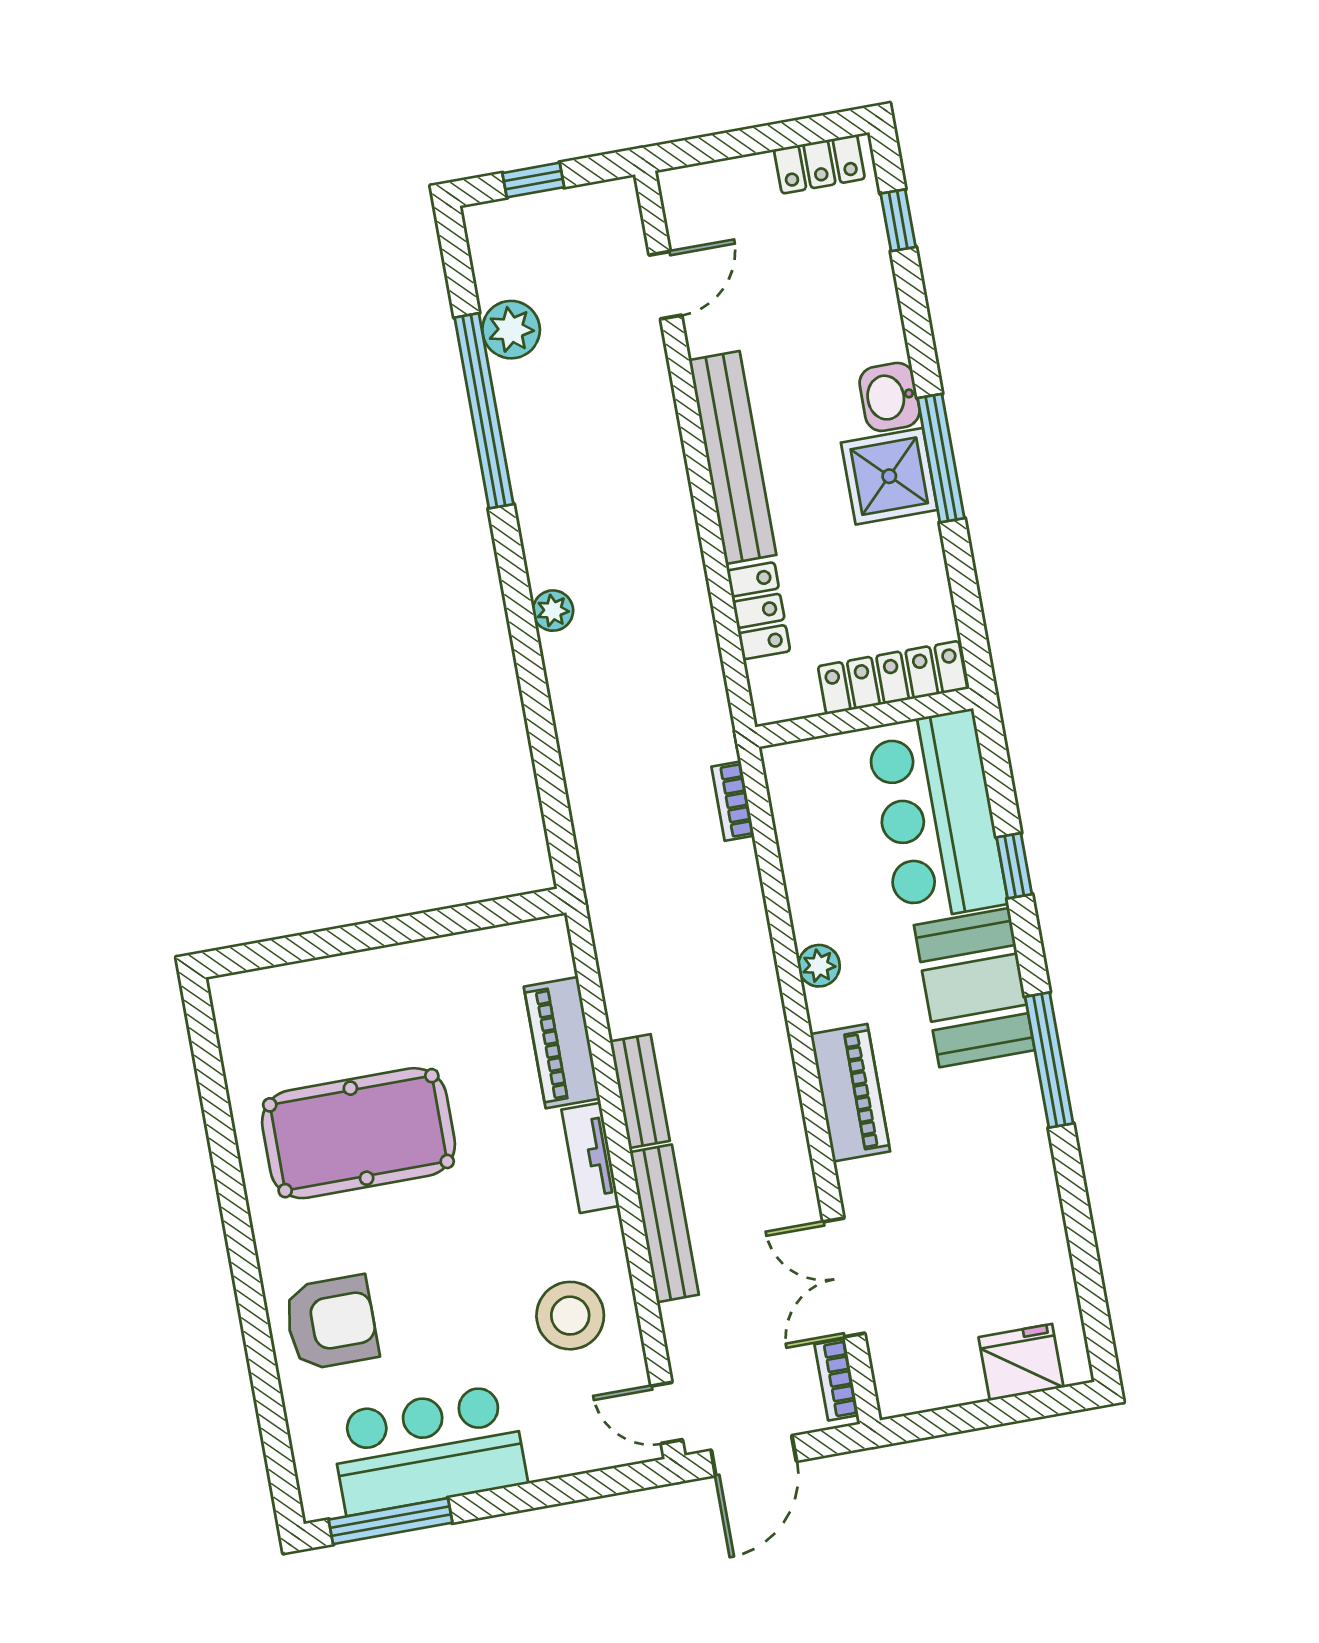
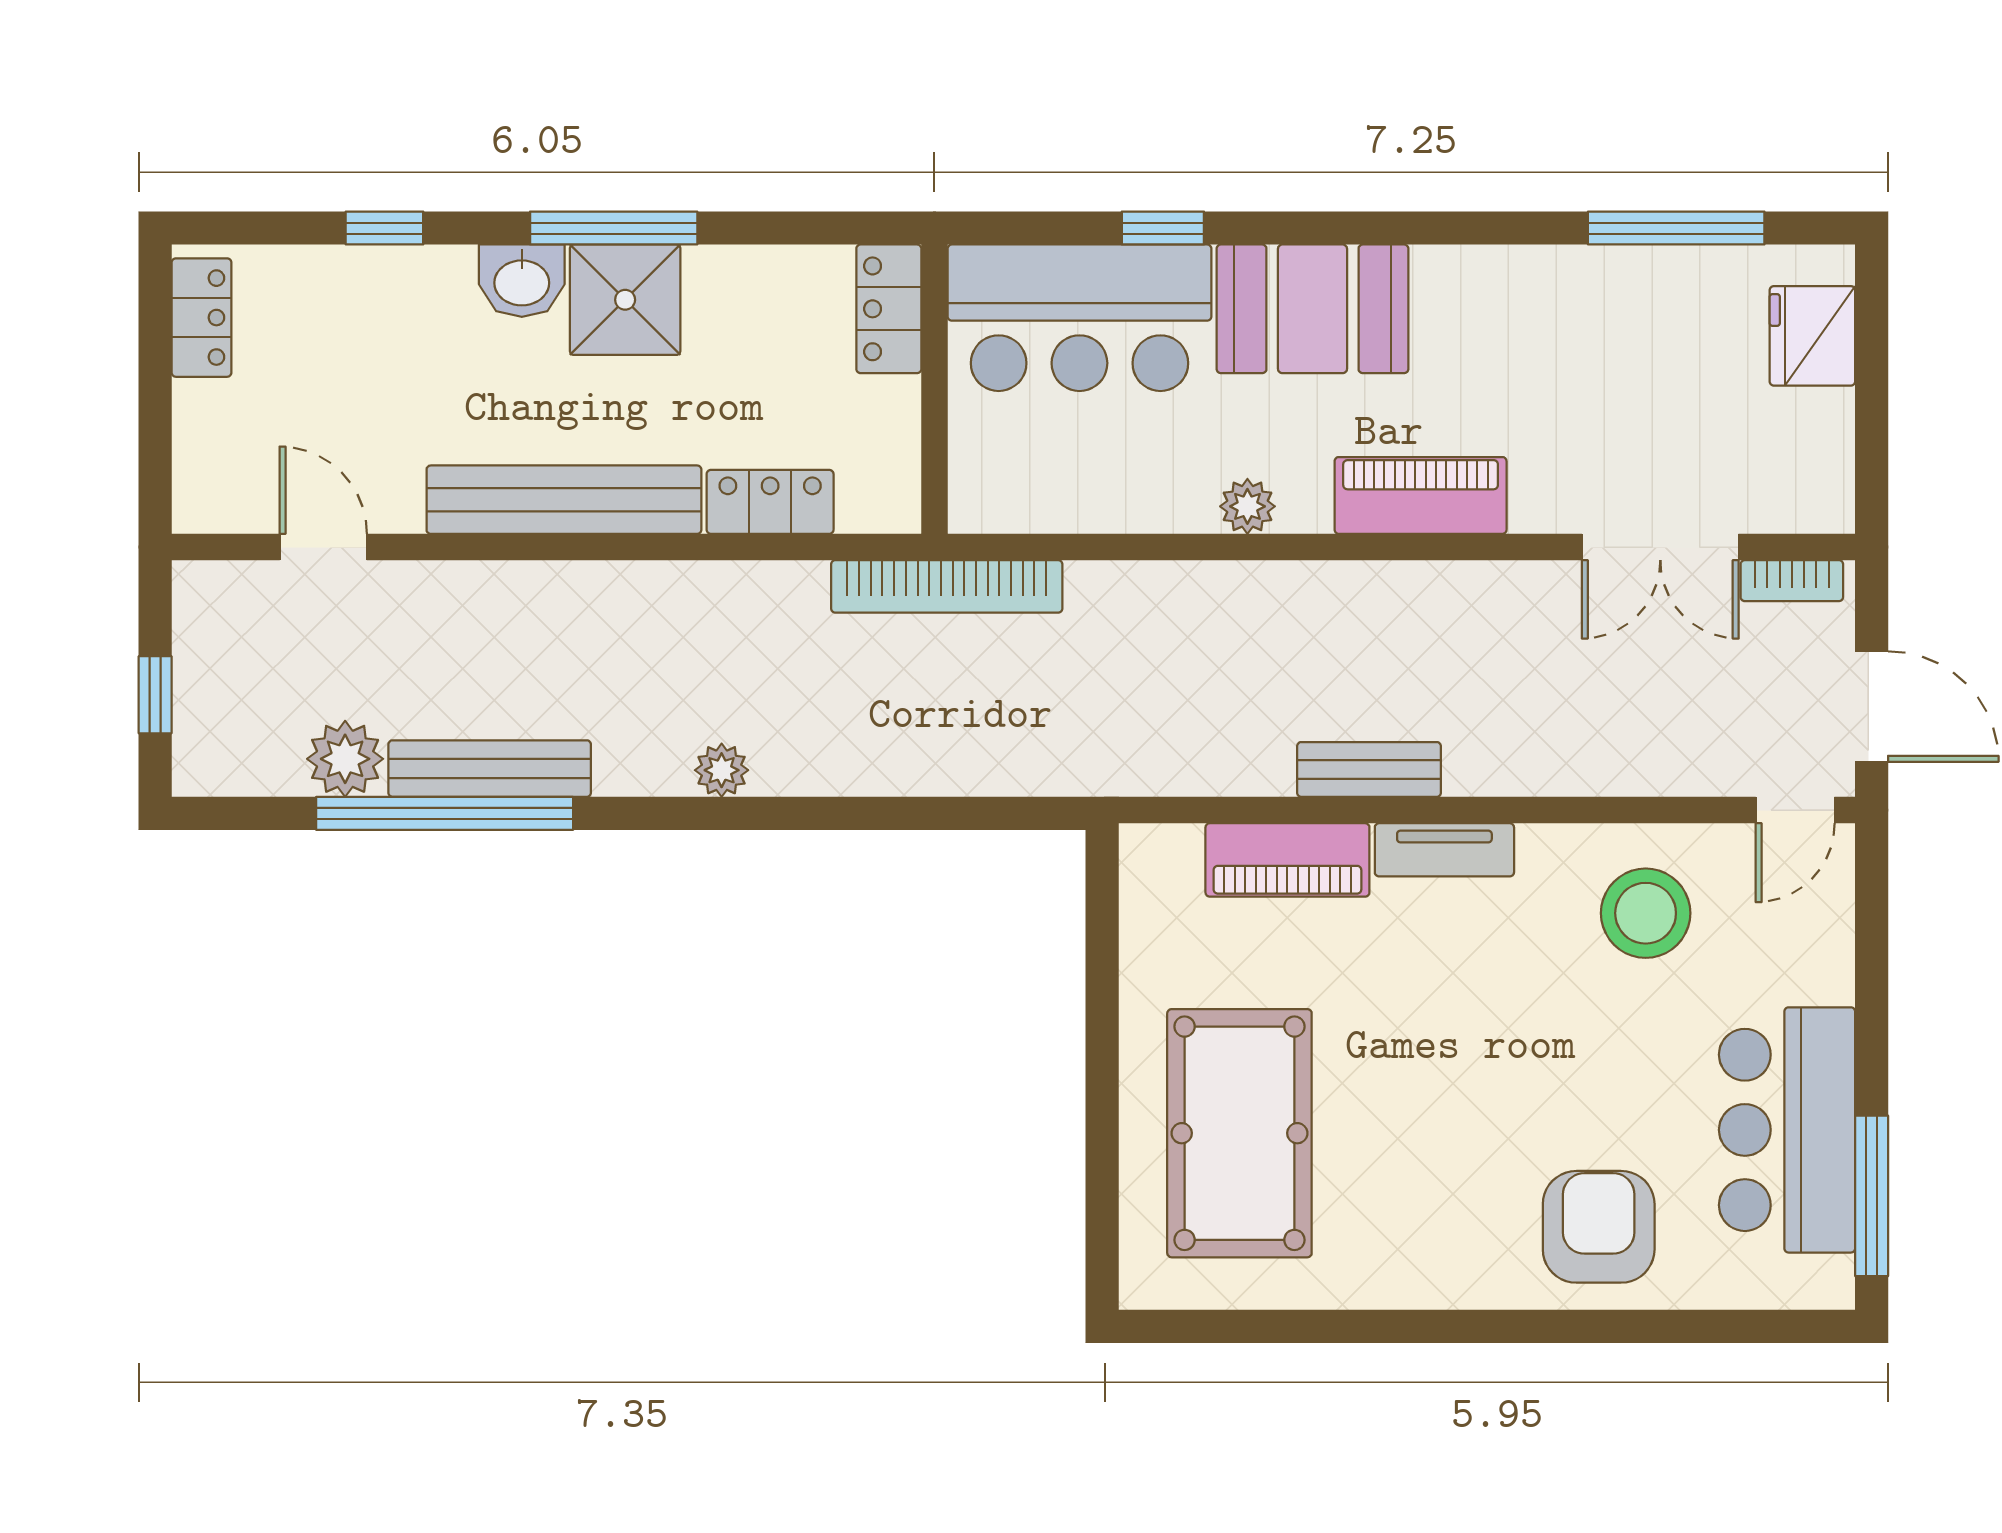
window: (898, 220) -> (384, 228), moved
locker: (893, 678) -> (889, 309), width x0.66
bookcase: (733, 801) -> (947, 586), width x2.31, depth x1.31
window: (1049, 1060) -> (1676, 228), moved
pool table: (358, 1133) -> (1239, 1133), moved
bench: (664, 1223) -> (490, 769), moved

